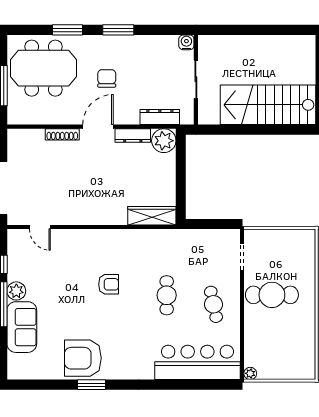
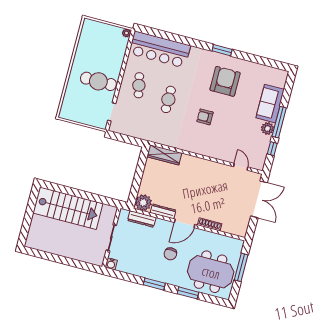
armchair: (83, 358) -> (225, 81), moved, turned -90
window: (92, 385) -> (222, 50), moved

